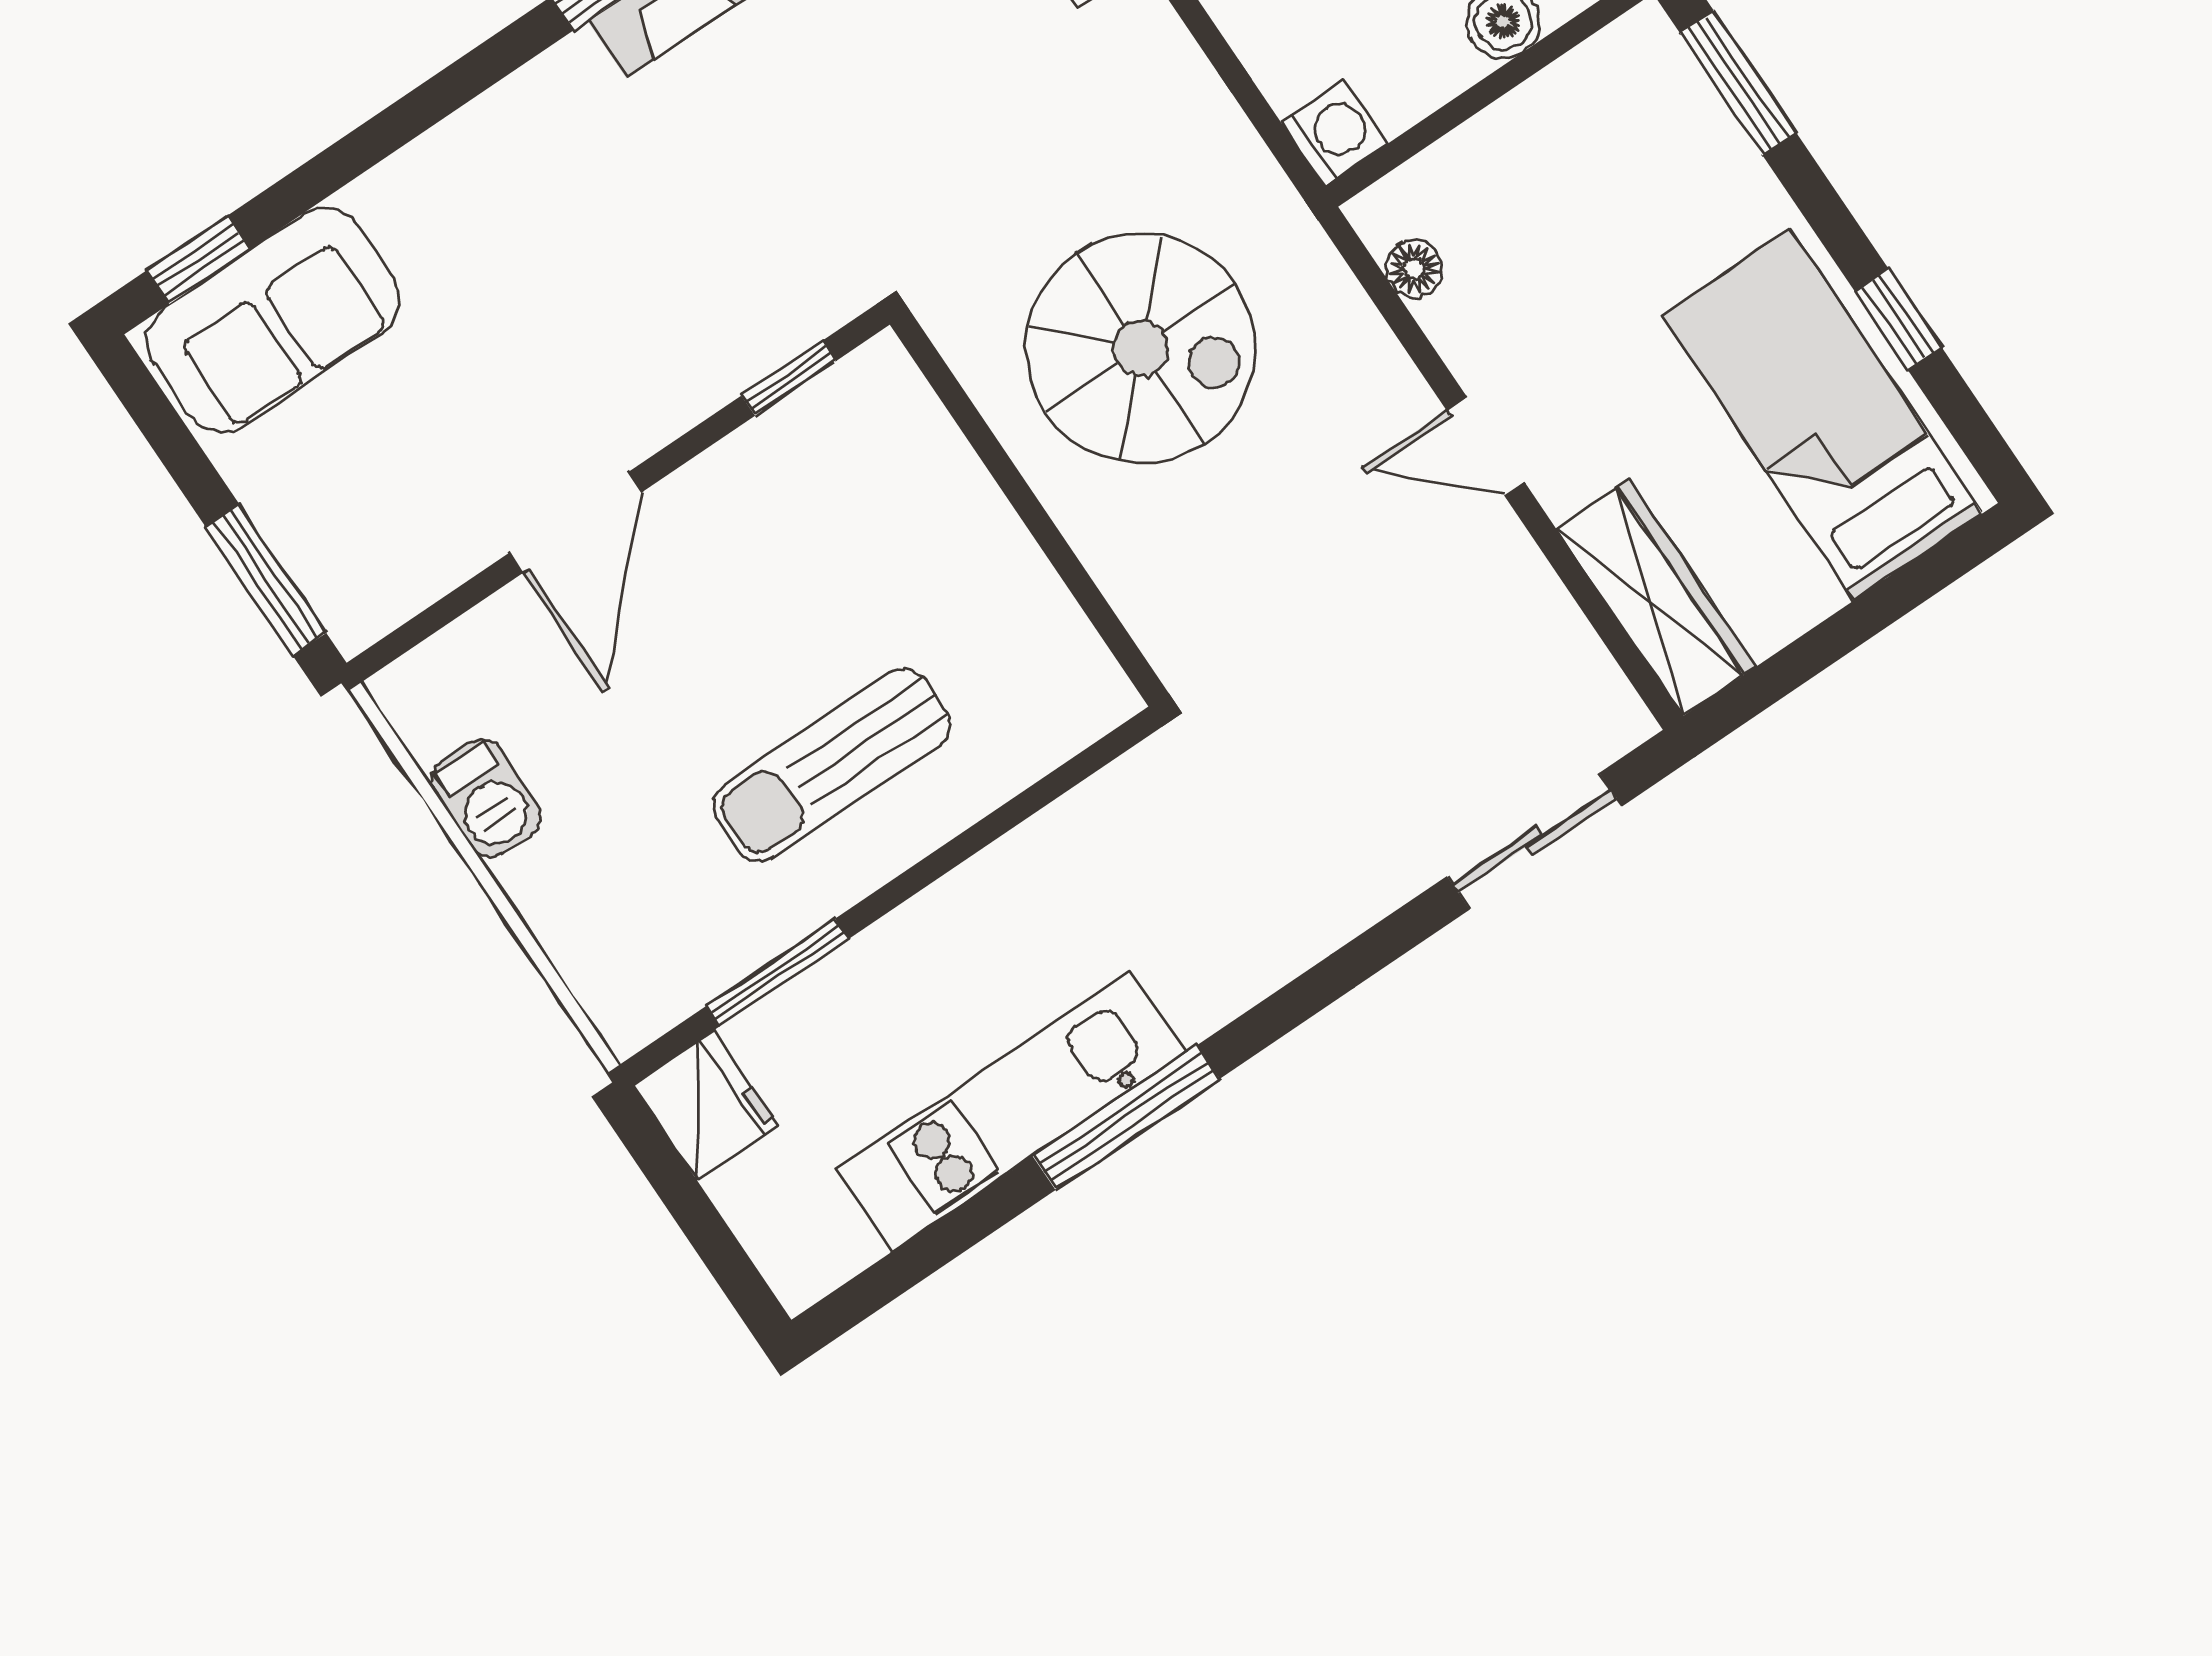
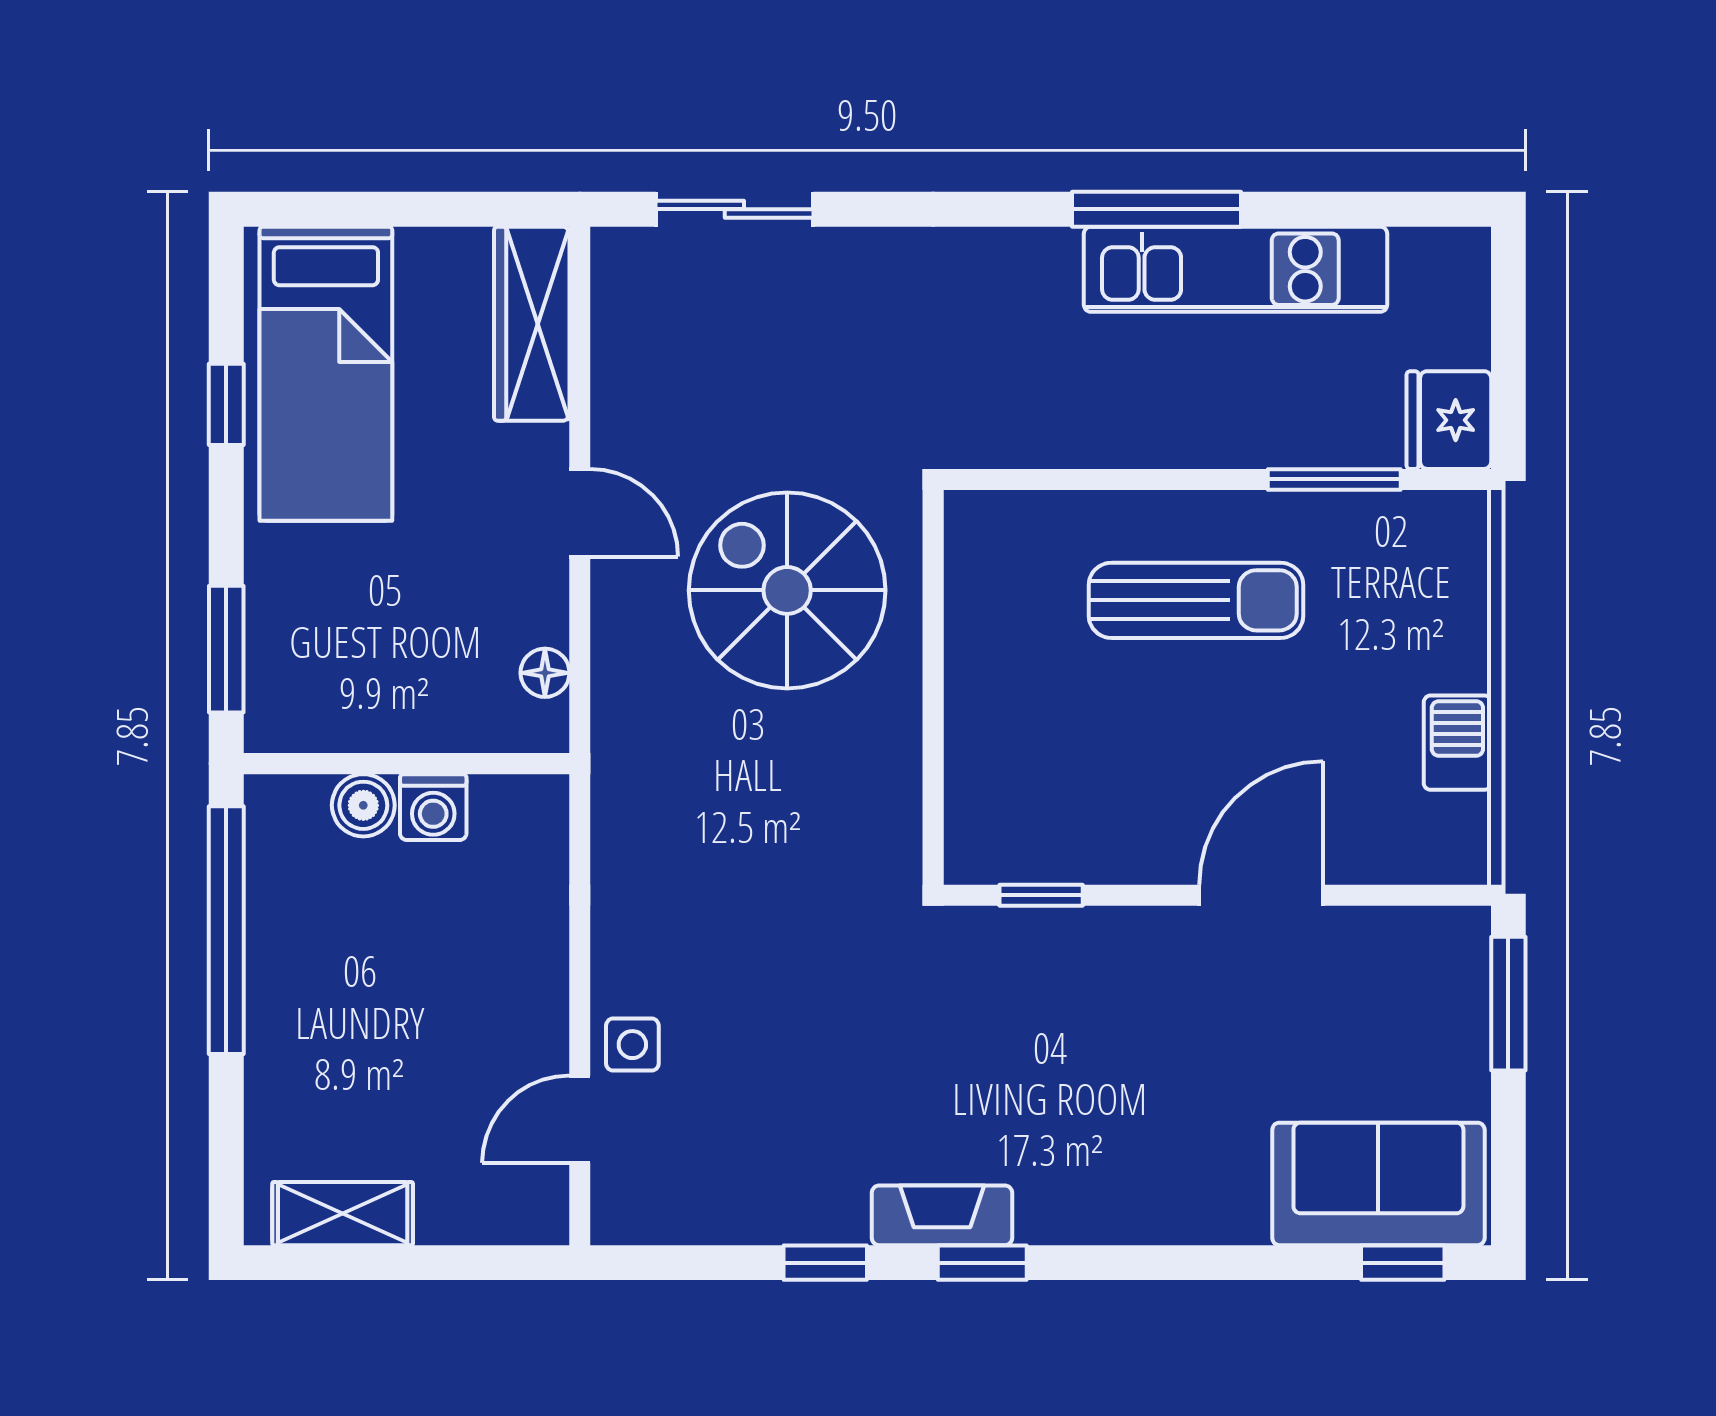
washing machine: (1335, 133) -> (433, 807), moved, turned -90
spiral stairs: (1141, 348) -> (787, 590), moved

